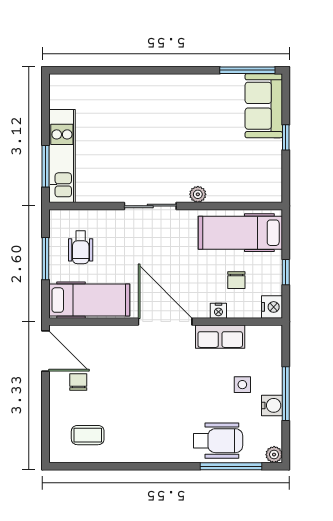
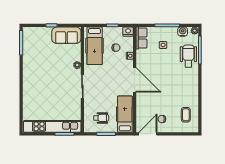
sofa: (264, 106) -> (66, 35), moved
kitchen unit: (62, 156) -> (52, 126), width x1.36
door: (165, 322) -> (135, 80), swing flipped
row of seats: (220, 337) -> (141, 38), moved
water cooler: (272, 405) -> (183, 32), moved

